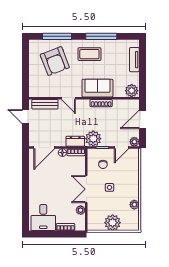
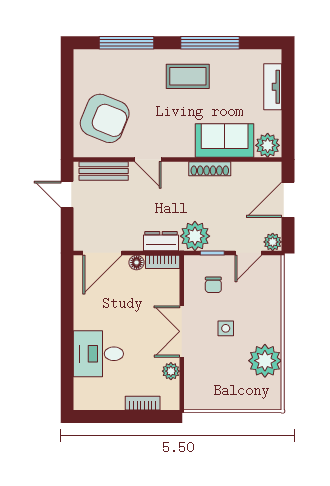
armchair: (55, 61) -> (105, 118), moved, turned -47
sofa: (97, 88) -> (225, 141), moved
plant: (134, 205) -> (265, 361), width x1.87, depth x1.87
desk: (43, 217) -> (98, 354), moved, turned 90
plant: (113, 223) -> (231, 395), removed

